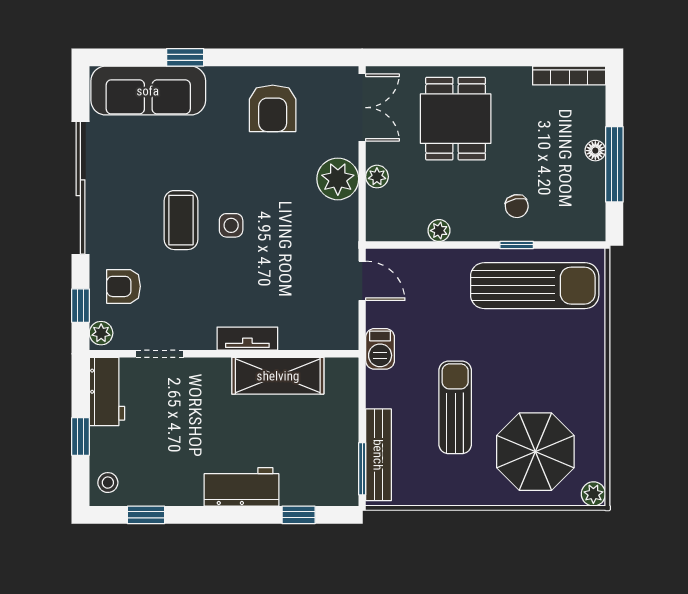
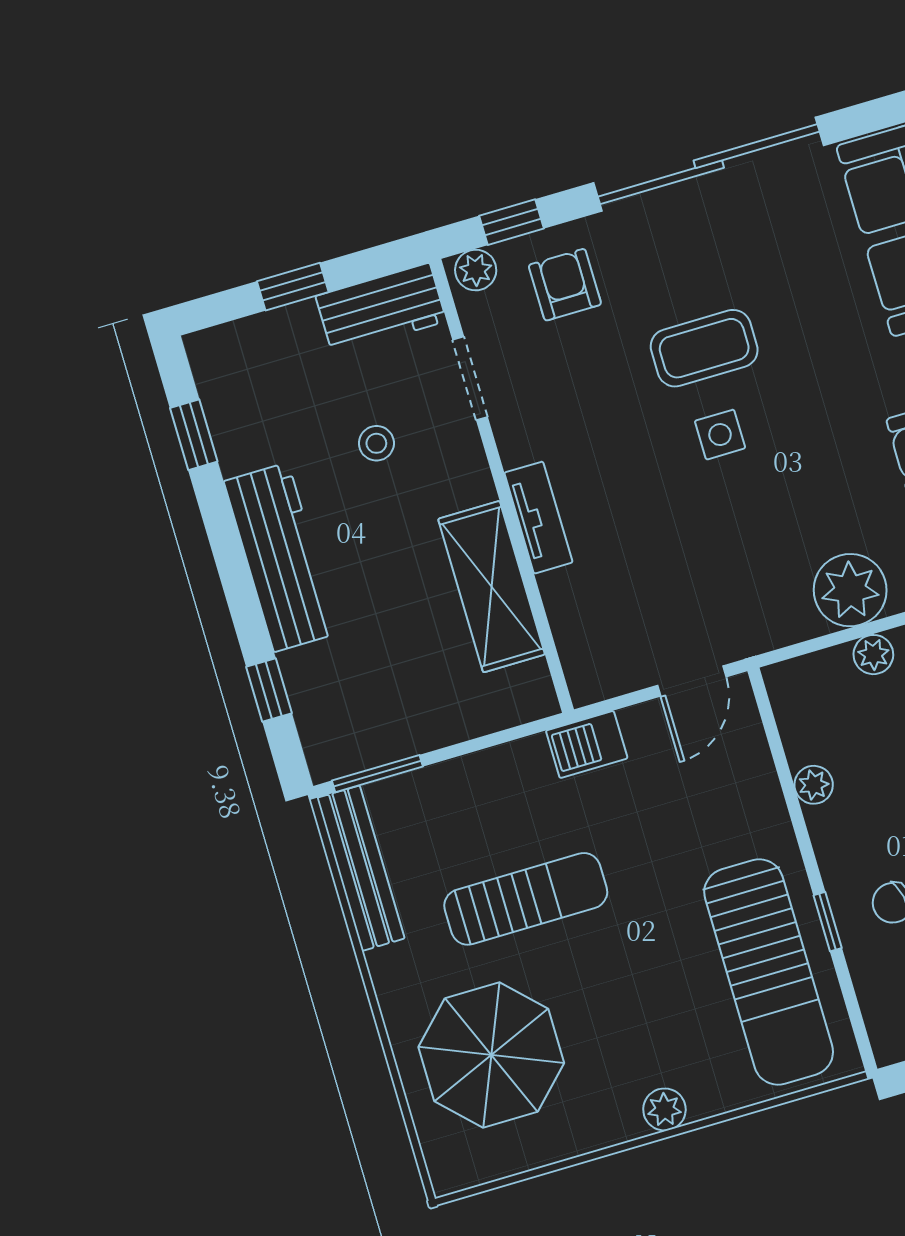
bench: (378, 455) -> (361, 868), moved, turned 90
stool: (108, 483) -> (376, 443), moved
workbench: (242, 487) -> (281, 557), width x1.38
plant: (593, 494) -> (664, 1109), moved

